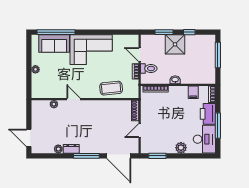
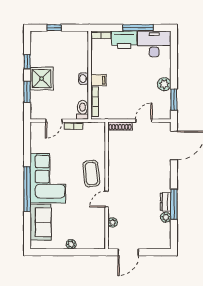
window: (56, 32) -> (27, 189), moved
window: (218, 55) -> (54, 28), width x0.46
toilet: (149, 69) -> (83, 110), moved
coffee table: (111, 88) -> (91, 174), moved
filing cabinet: (193, 92) -> (98, 80), moved
door: (140, 131) -> (144, 121), swing flipped
door: (29, 138) -> (128, 252), moved
plant: (181, 148) -> (164, 84), moved
window: (86, 156) -> (174, 204), moved

